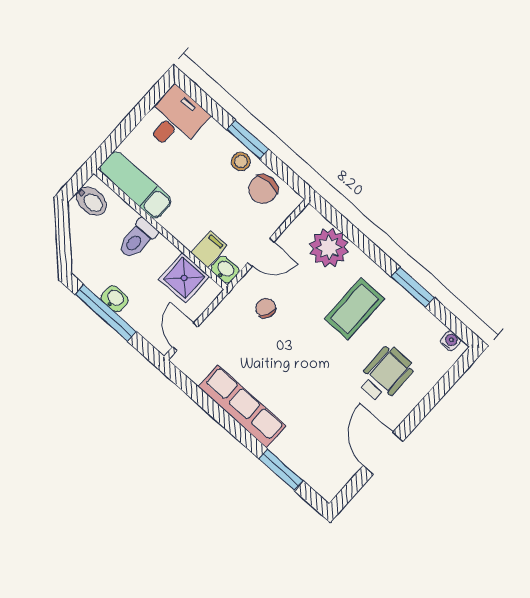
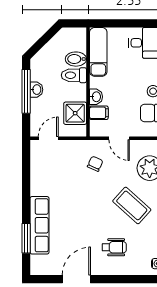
bidet: (91, 201) -> (76, 59), moved, turned 90
washbasin: (225, 270) -> (96, 97), moved
coffee table: (354, 309) -> (132, 205), turned 42
wheelchair: (386, 374) -> (114, 247), width x0.73, depth x0.73
row of seats: (242, 406) -> (39, 225), moved

